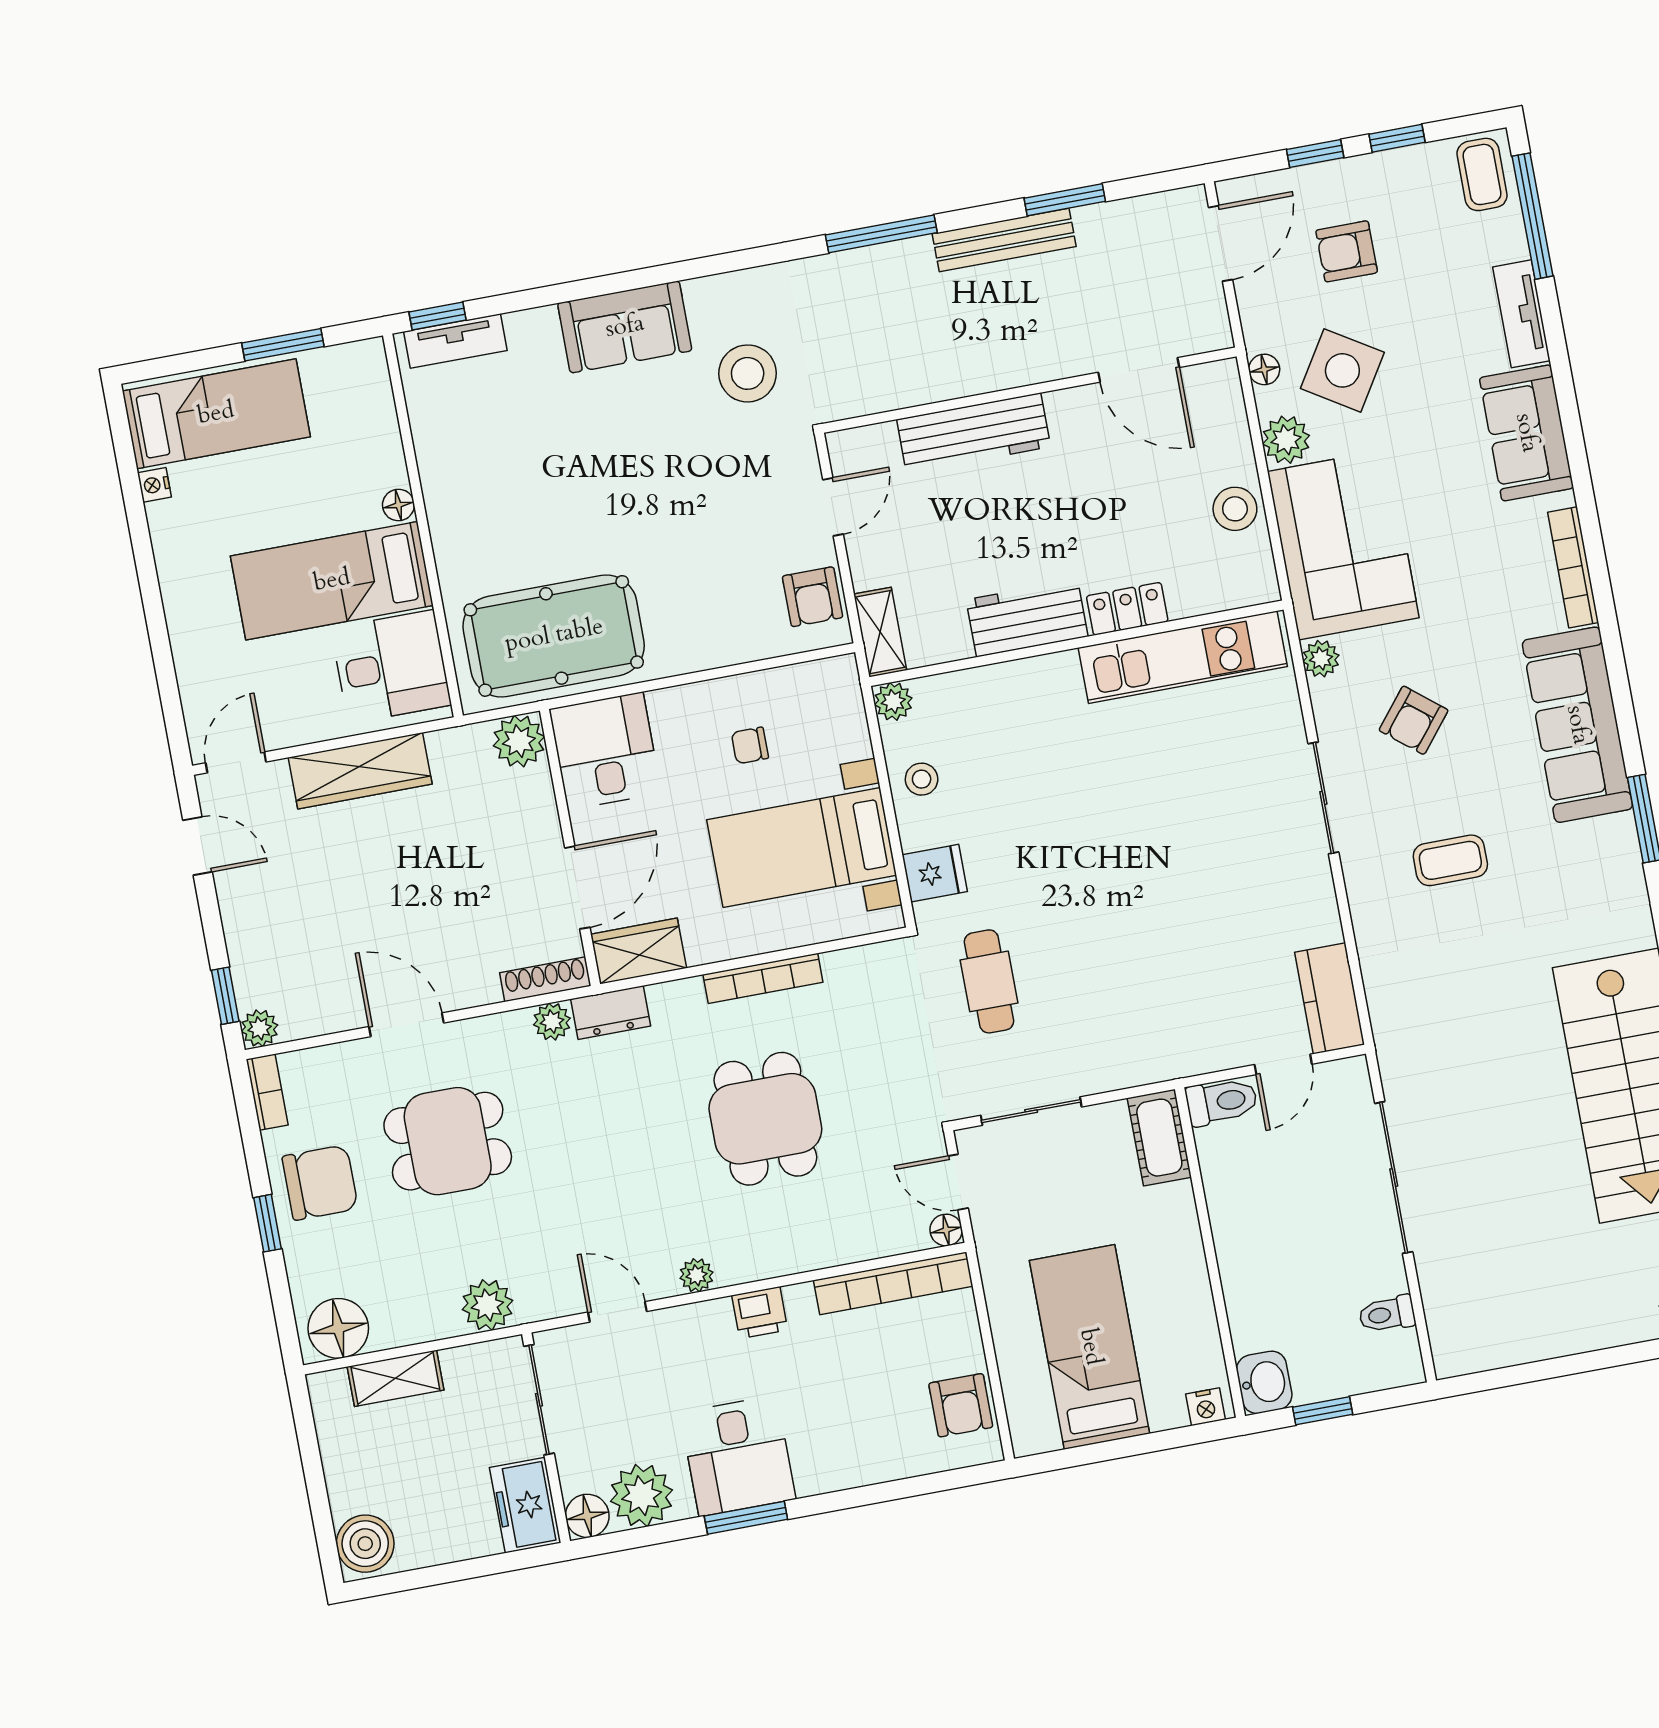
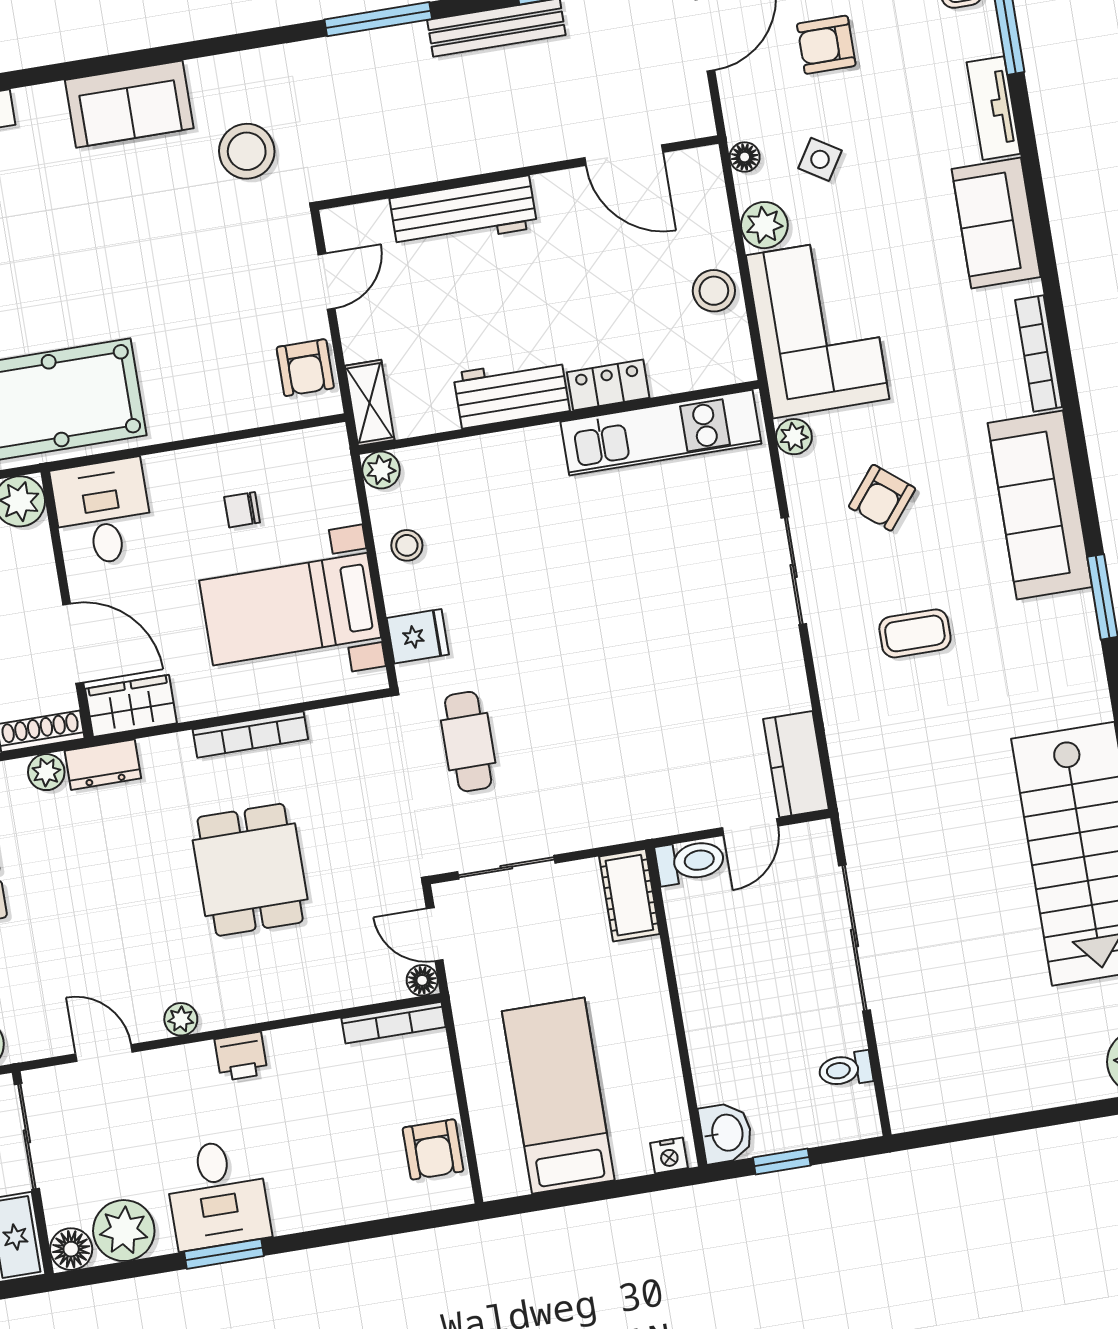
side table: (1342, 370) -> (820, 159), width x0.54, depth x0.54
door: (577, 888) -> (73, 643), hinge flipped
bookcase: (893, 1283) -> (394, 1023), width x0.68, depth x0.76

